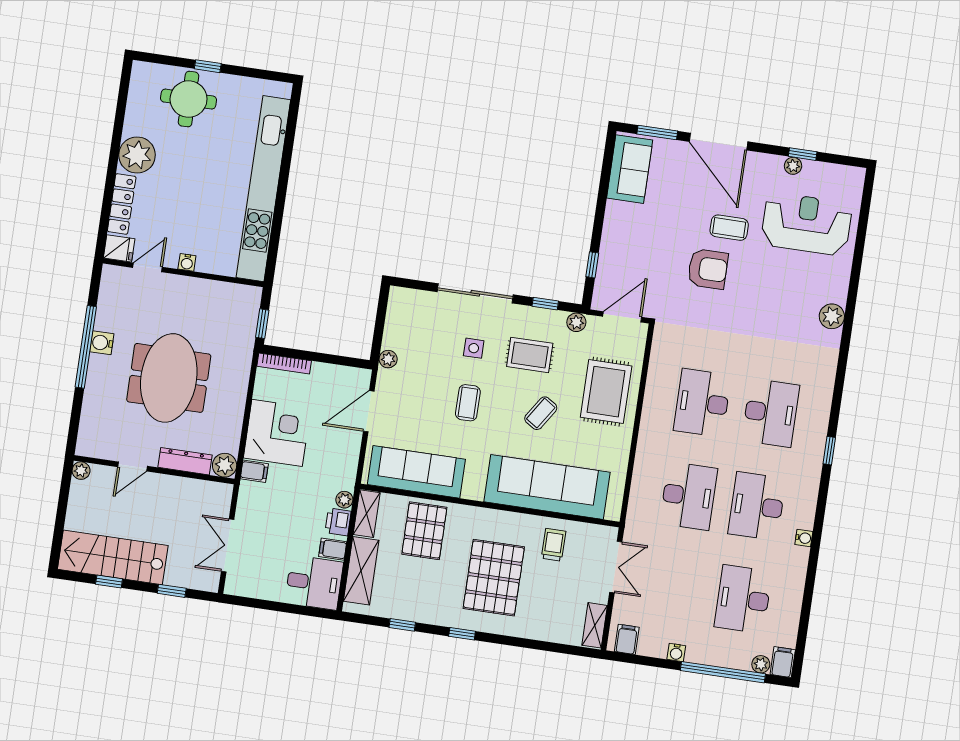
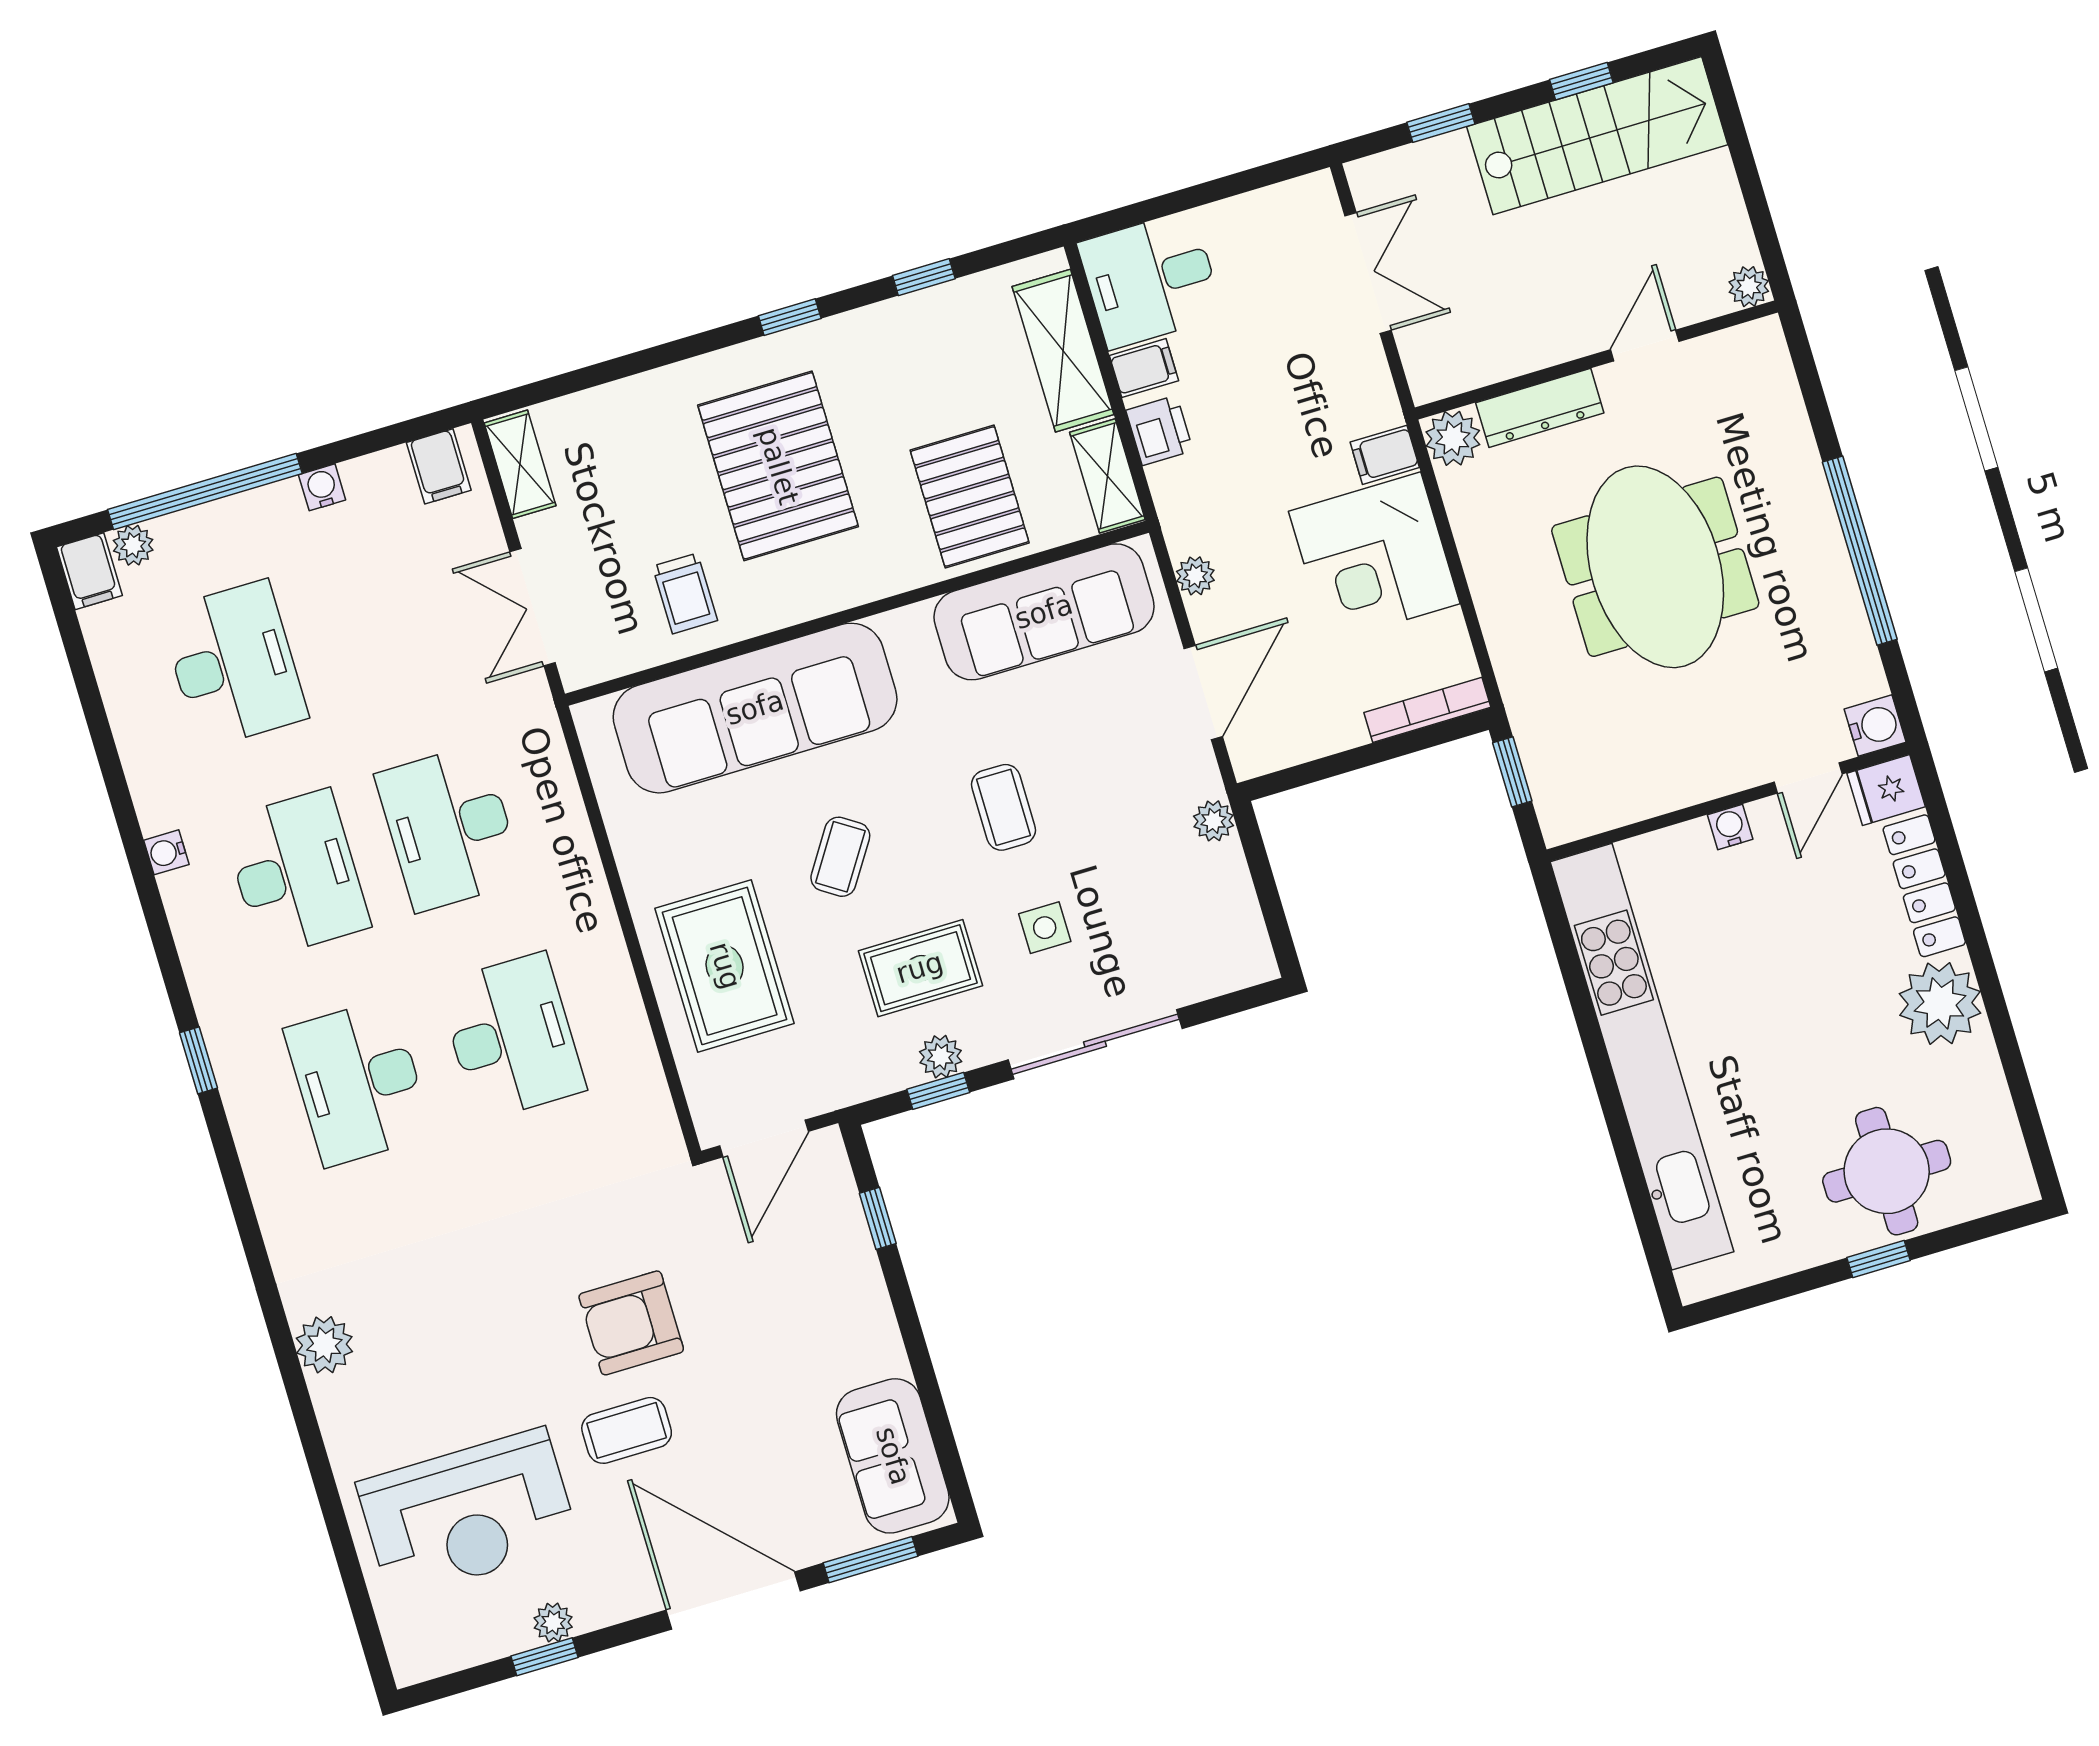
plant: (576, 322) -> (941, 1057), moved
water cooler: (102, 343) -> (1875, 726), moved
plant: (344, 500) -> (1195, 576), moved

